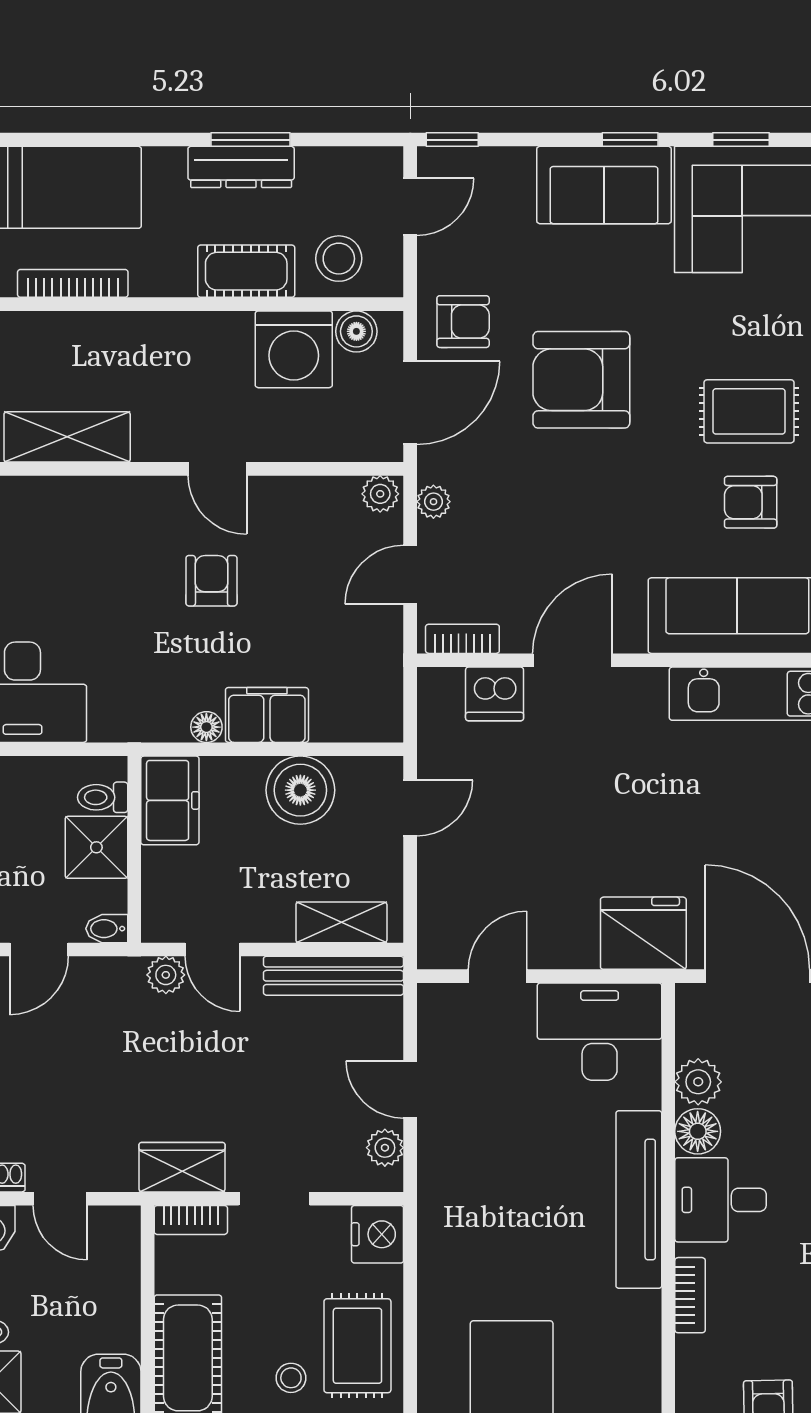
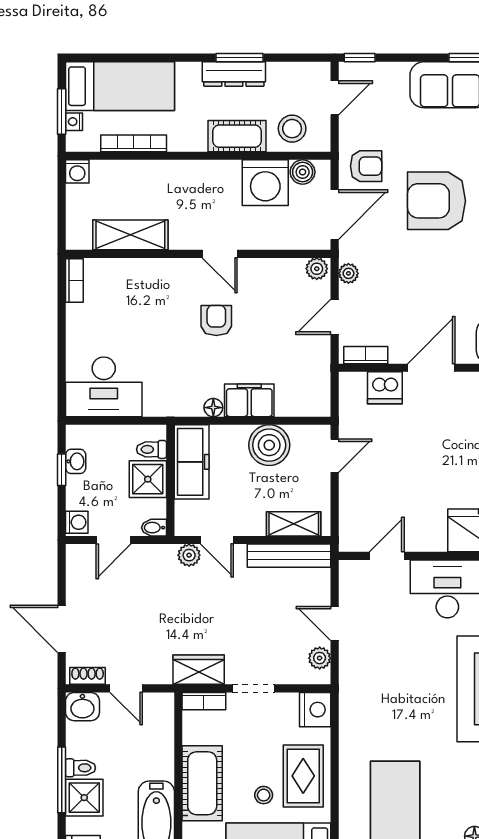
freezer: (170, 800) -> (192, 462), width x1.40

